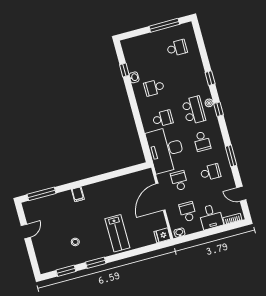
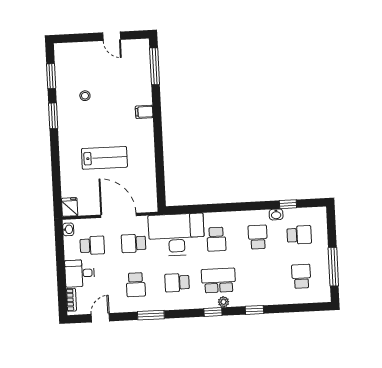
school desk: (177, 48) -> (301, 276), turned 180
school desk: (146, 56) -> (299, 235), added
school desk: (194, 110) -> (218, 280), turned 180
school desk: (179, 181) -> (134, 243), turned 180
lab bench: (117, 233) -> (104, 158), moved, turned 180

